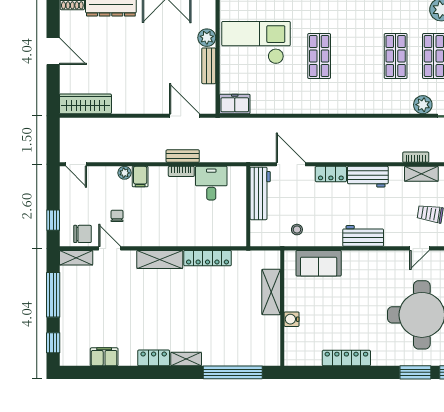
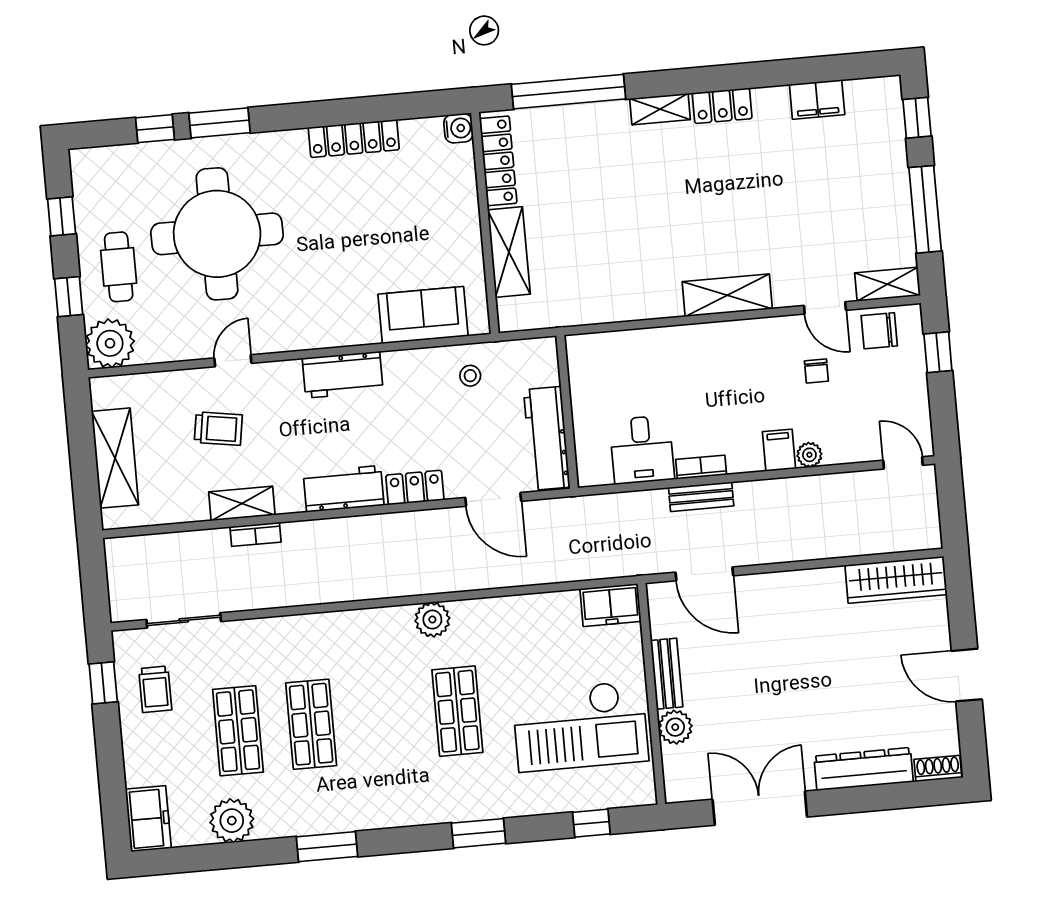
plant: (423, 105) -> (432, 620), moved
locker: (208, 258) -> (498, 161), moved, turned 90
water cooler: (292, 319) -> (458, 128), moved

